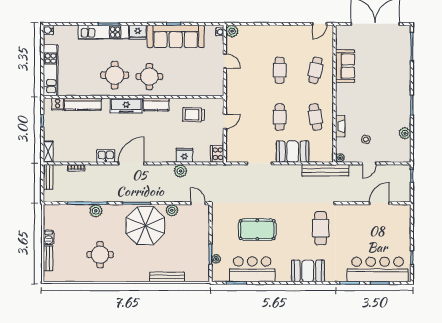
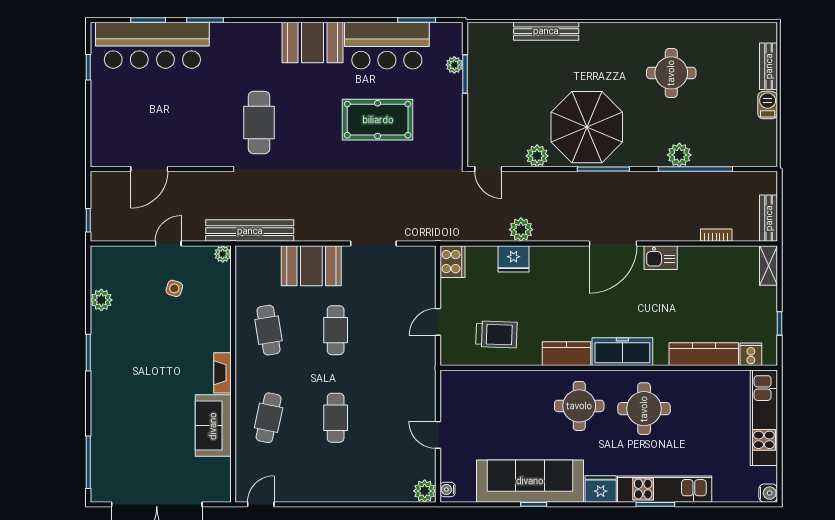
fireplace: (340, 126) -> (222, 373), moved
booth: (308, 271) -> (312, 43), moved

